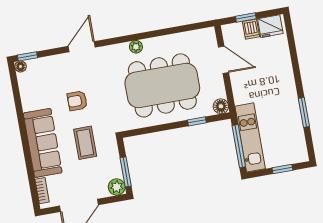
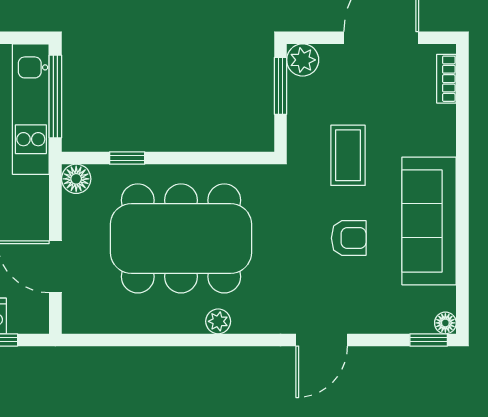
sofa: (43, 143) -> (429, 221), moved

